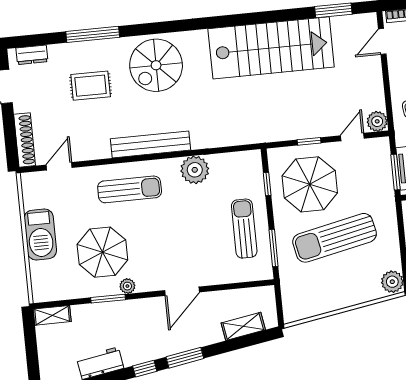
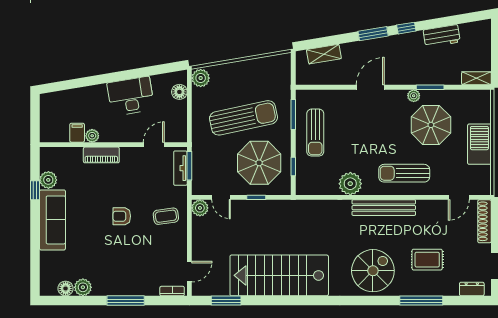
door: (352, 137) -> (221, 197), hinge flipped

